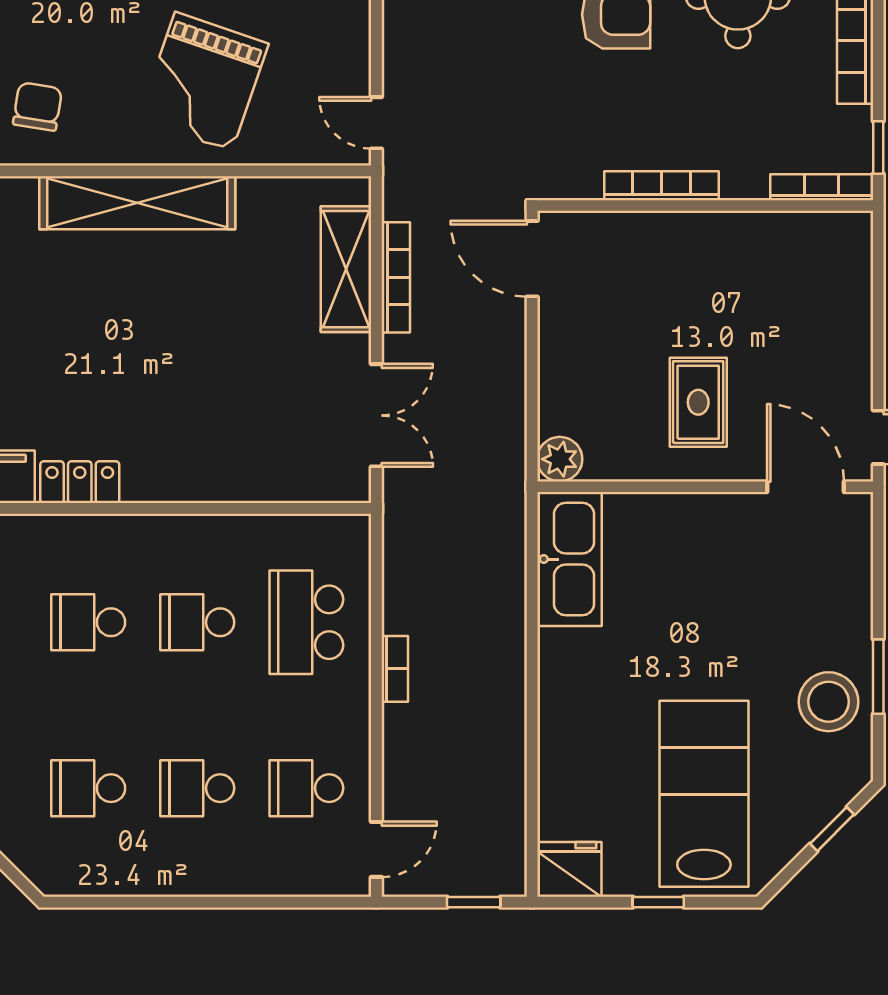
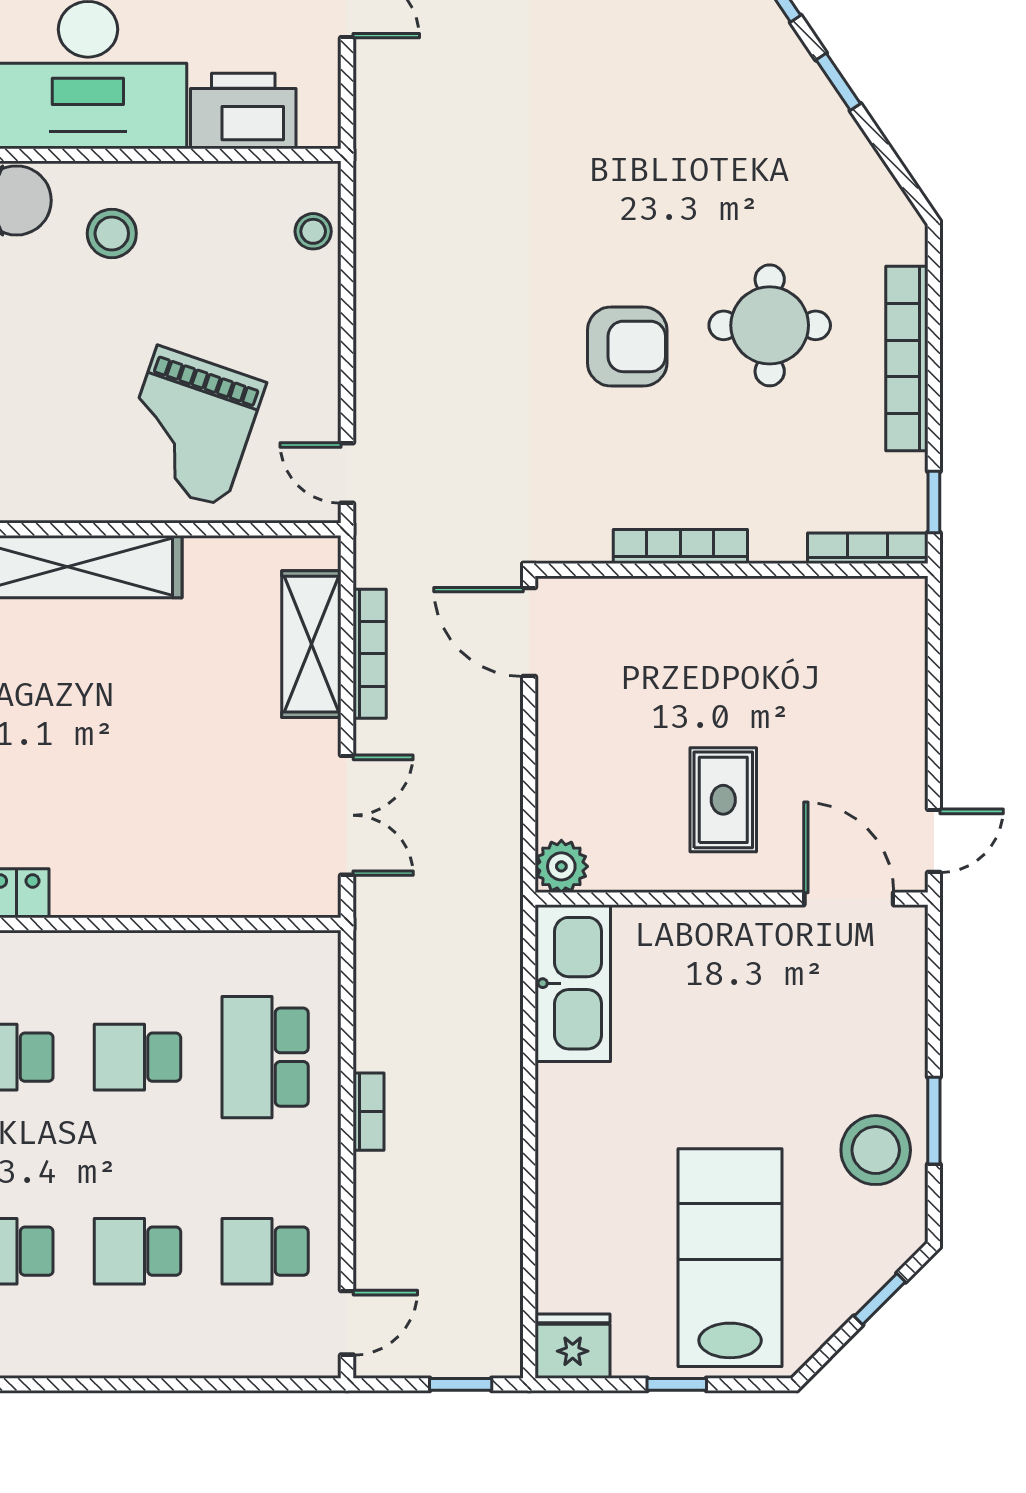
grand piano: (203, 82) -> (190, 427), moved

